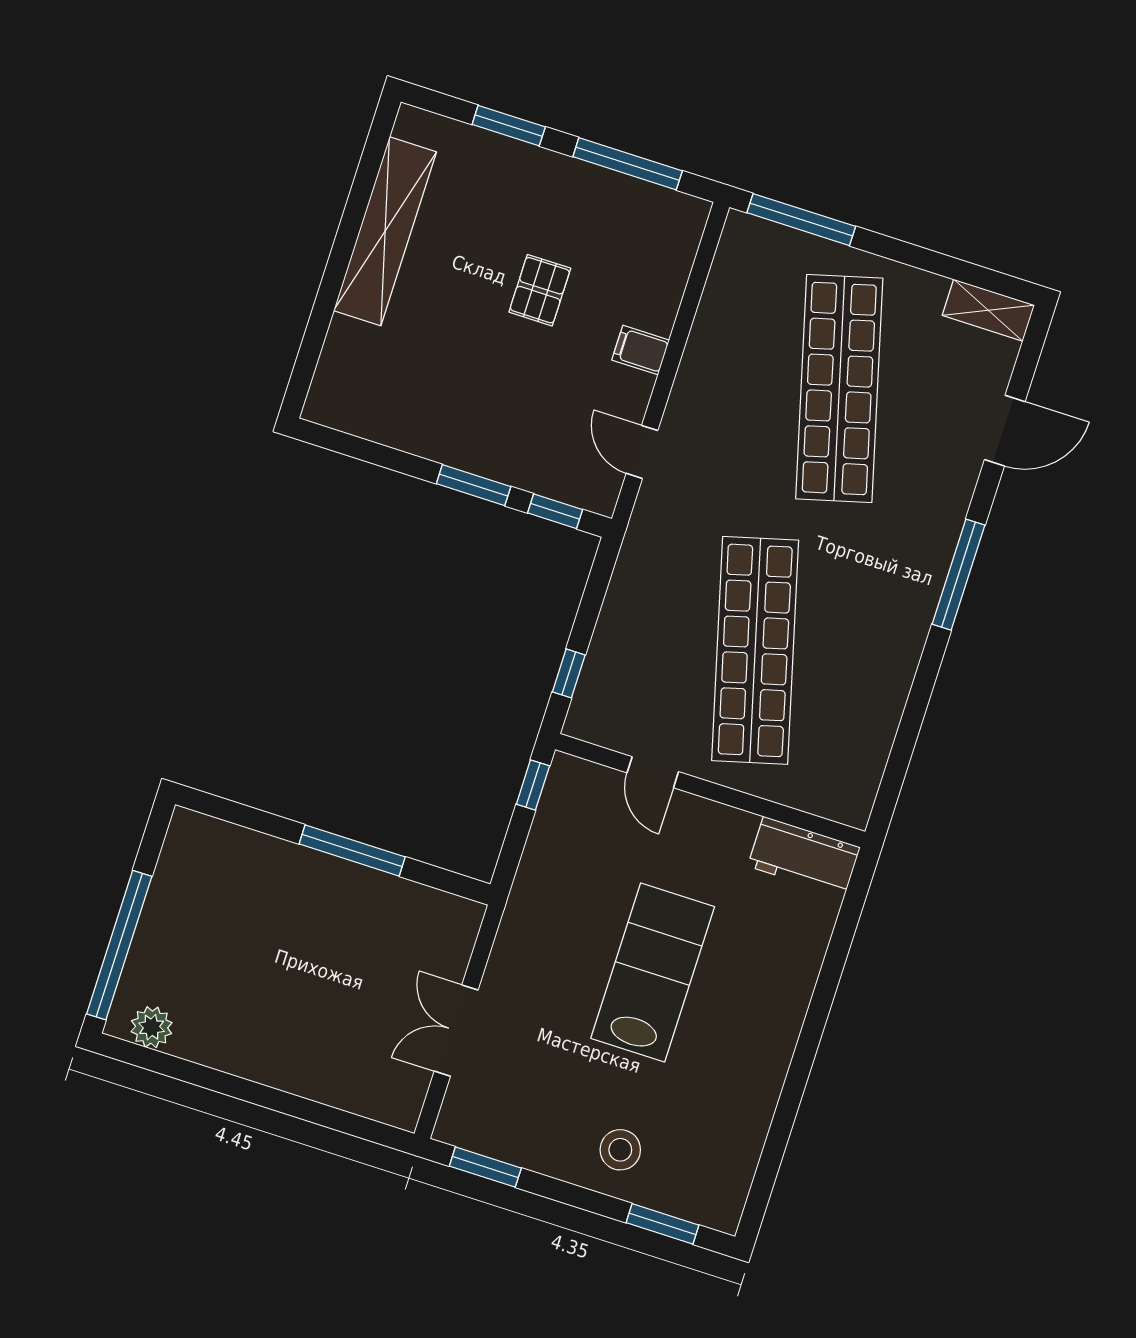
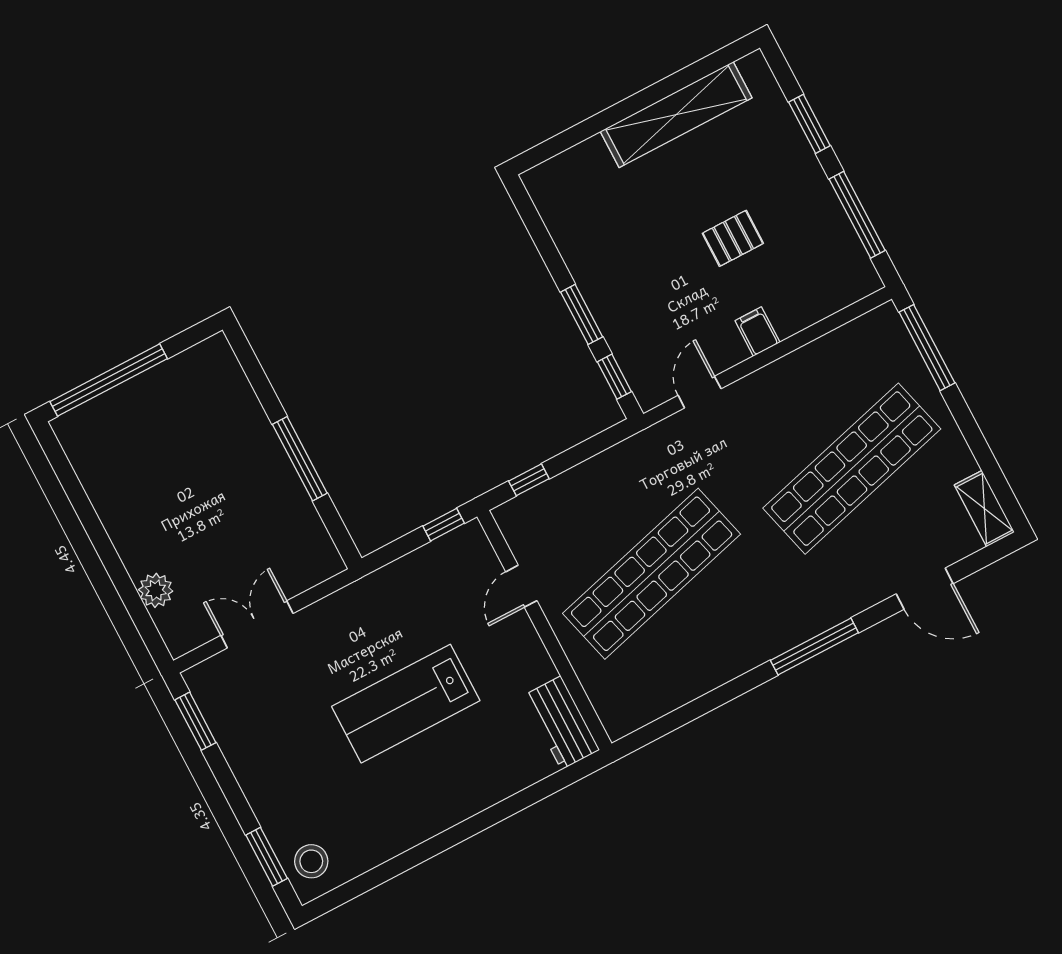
lab bench: (653, 972) -> (406, 704), turned 180
plant: (152, 1027) -> (156, 590), moved
stool: (620, 1150) -> (311, 861), moved

